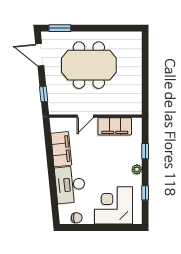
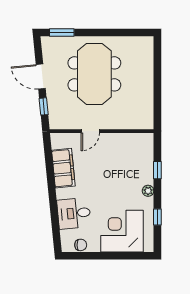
door: (40, 55) -> (41, 76), moved
meeting table: (89, 65) -> (94, 74), turned 90
filing cabinet: (115, 126) -> (123, 143), removed
desk: (70, 185) -> (74, 213), width x0.73

